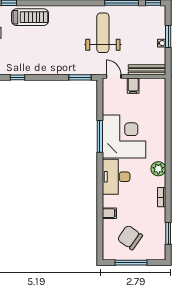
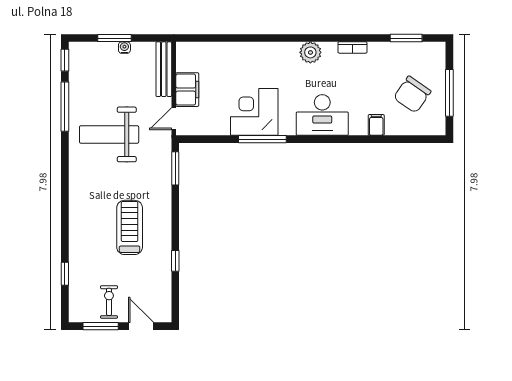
treadmill: (30, 17) -> (130, 227), moved
filing cabinet: (133, 86) -> (187, 90), width x2.00
corner desk: (124, 137) -> (254, 112), width x0.74, depth x0.74

